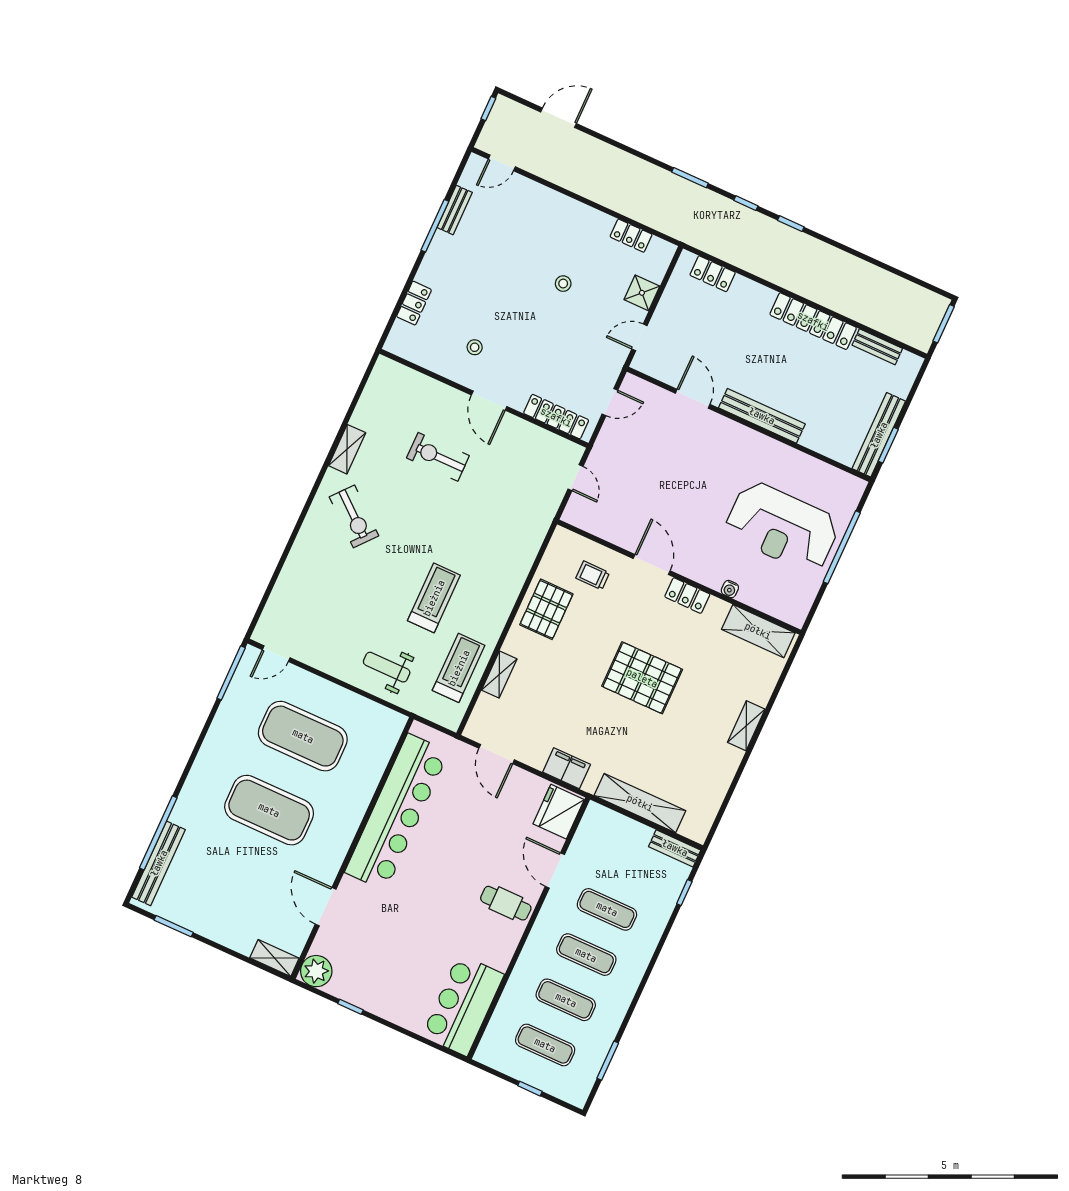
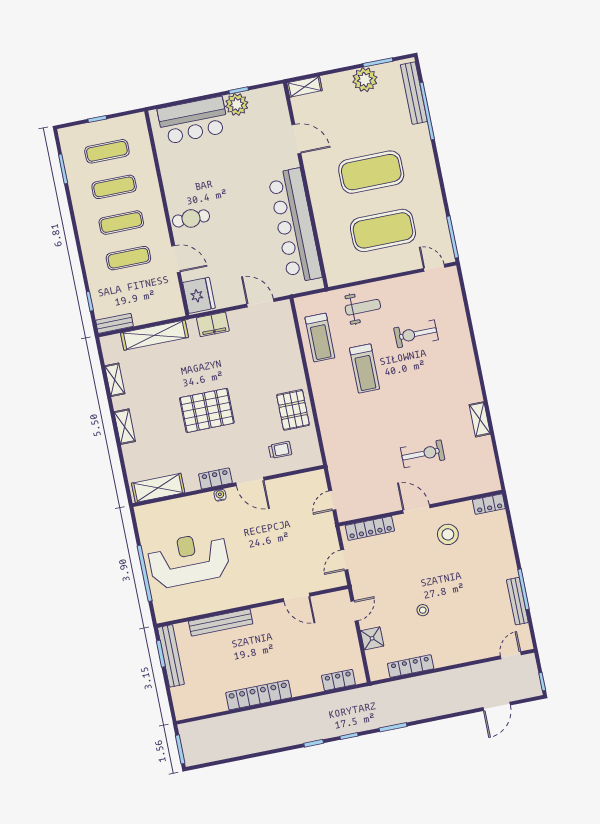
bench: (455, 210) -> (517, 601), width x1.36
locker: (631, 236) -> (411, 666), width x1.53
locker: (414, 303) -> (489, 504), moved, turned -90
stool: (475, 347) -> (448, 534), width x1.89, depth x1.89
bench: (877, 347) -> (210, 707), removed
bench: (762, 416) -> (221, 623), moved
door: (575, 478) -> (332, 500), hinge flipped
exercise bike: (354, 516) -> (416, 334), moved, turned -40
water cooler: (730, 589) -> (220, 495), moved
door: (276, 654) -> (434, 268), hinge flipped
shelving: (499, 675) -> (115, 380), moved
plant: (202, 918) -> (365, 80), added
plant: (316, 971) -> (237, 104), moved
bar counter: (463, 1005) -> (193, 120), moved, turned 90

